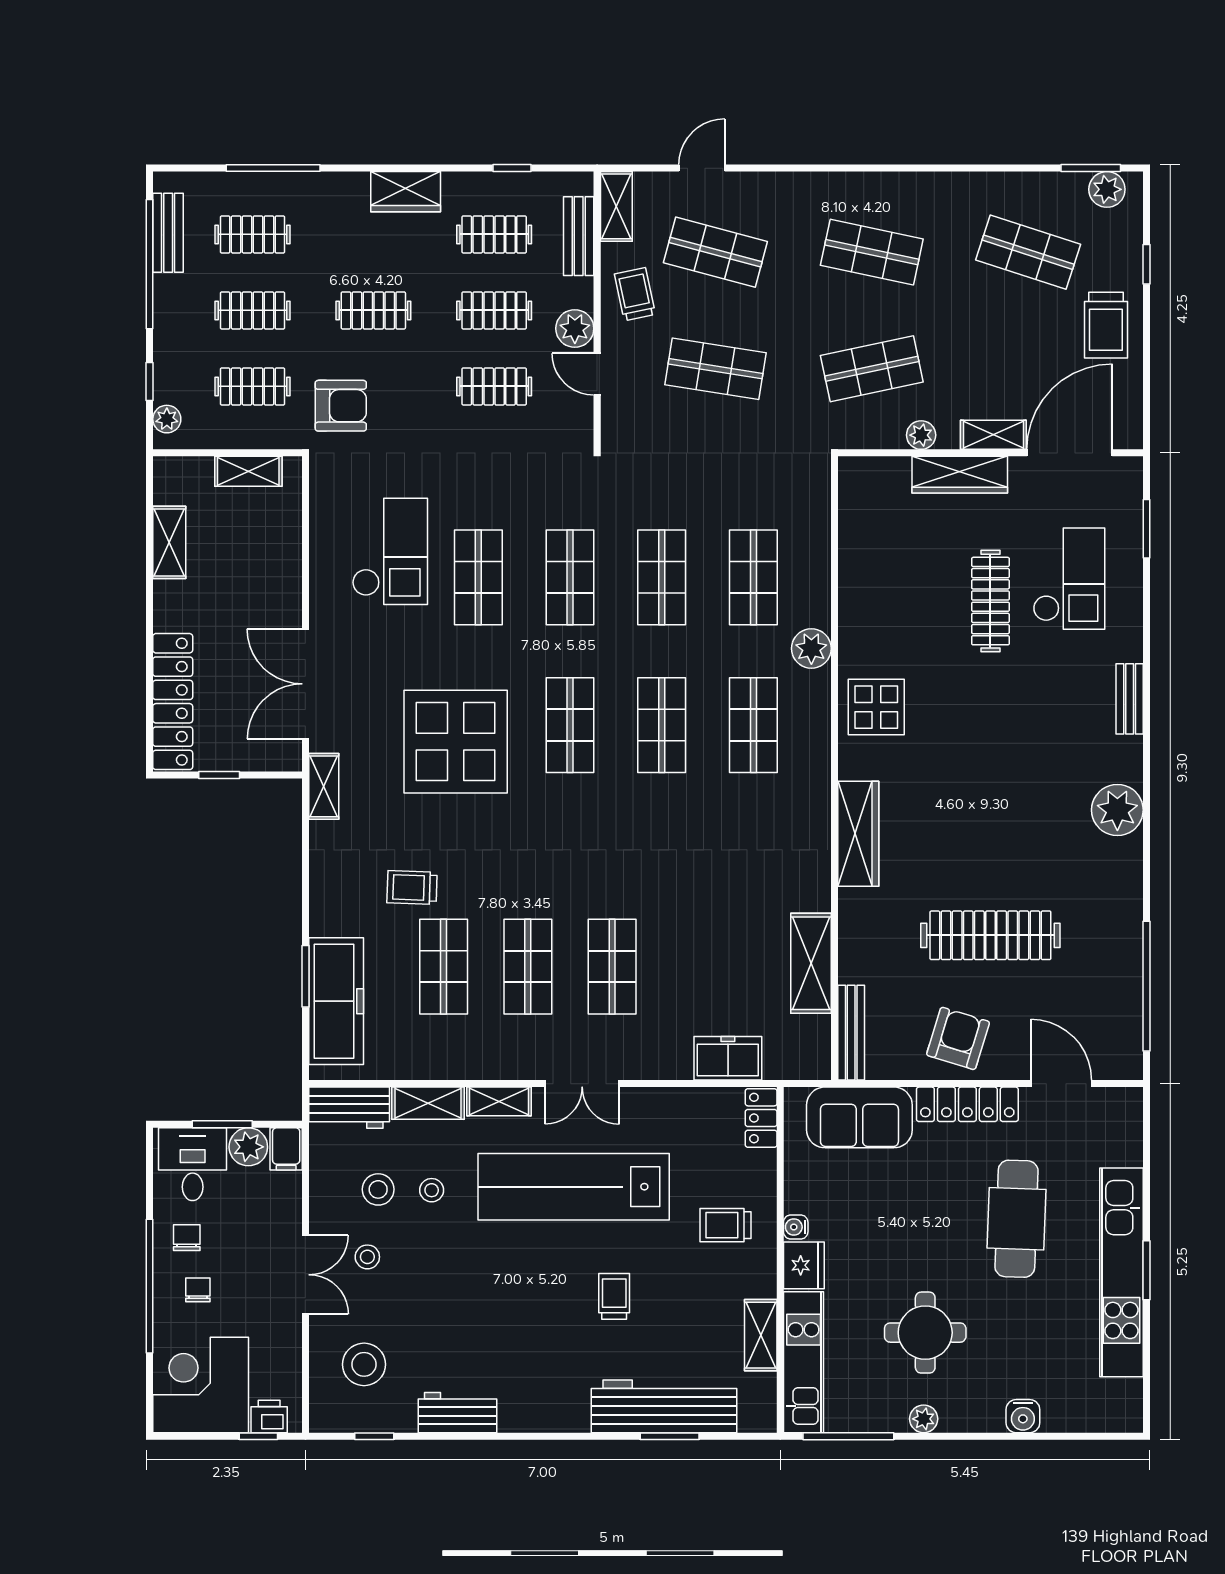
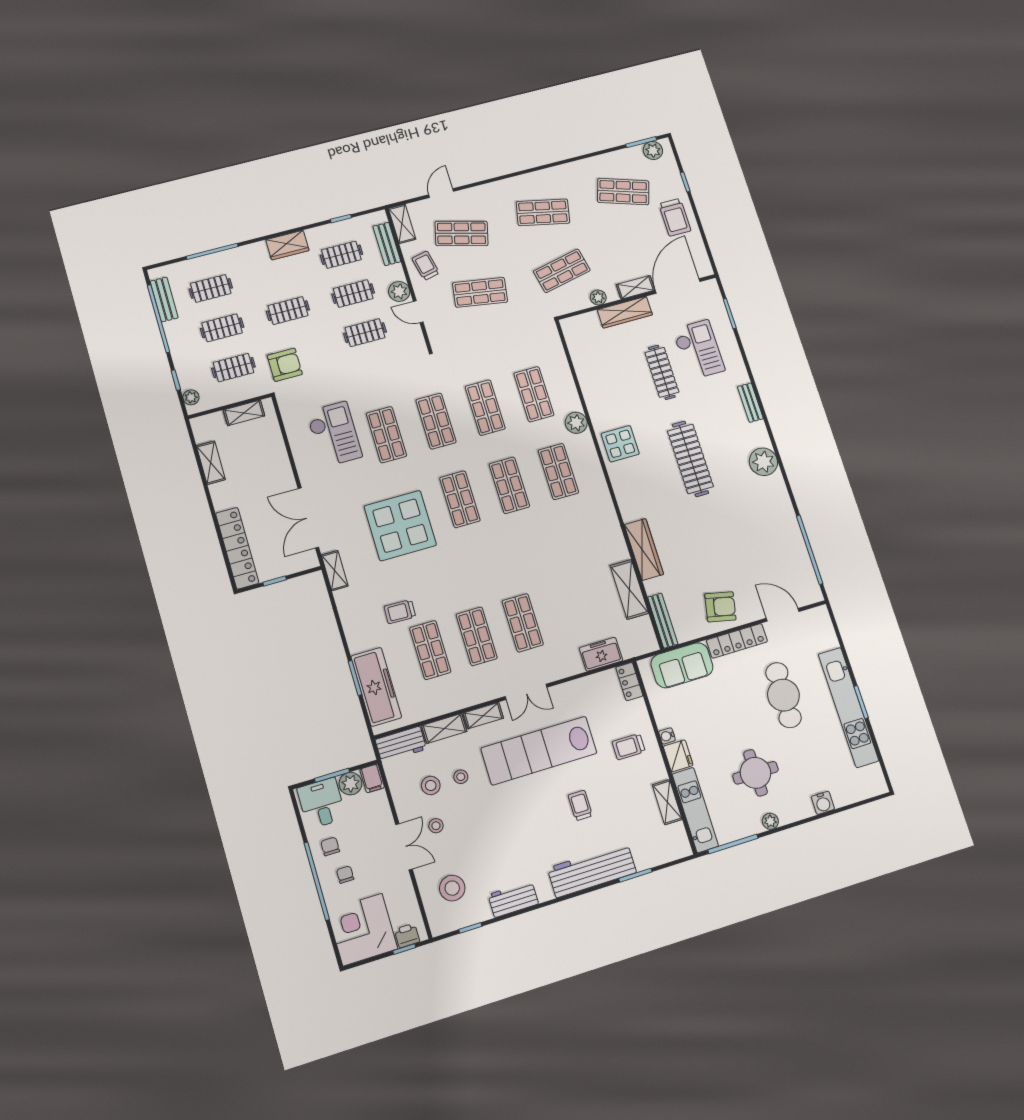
wardrobe: (858, 834) -> (644, 549), moved
clothes rail: (990, 935) -> (690, 459), moved, turned 90
armchair: (958, 1038) -> (720, 607), turned 85
workbench: (664, 1406) -> (592, 870), moved

